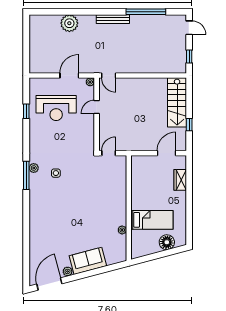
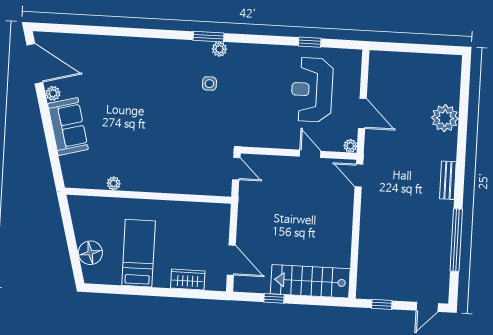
bench: (113, 19) -> (448, 180), width x0.73
door: (109, 75) -> (359, 176), hinge flipped
window: (26, 175) -> (208, 37), width x0.69
bed: (152, 220) -> (139, 253), moved, turned 180

